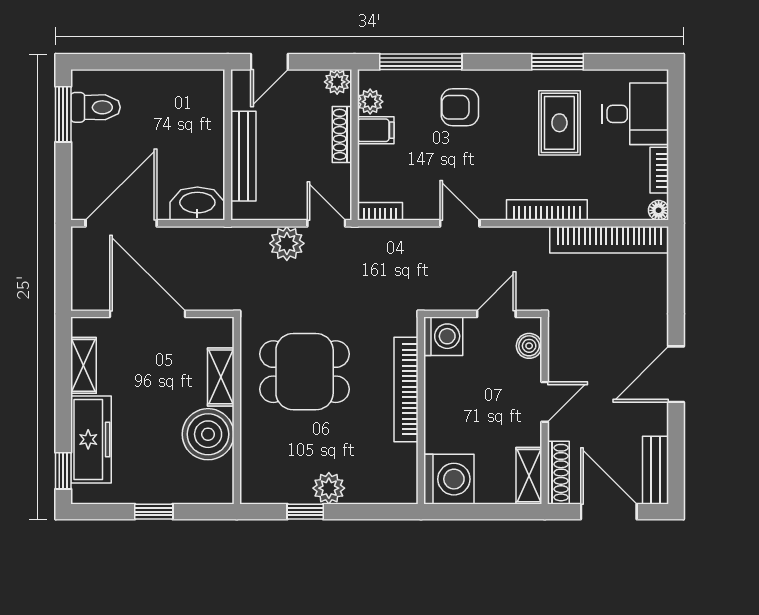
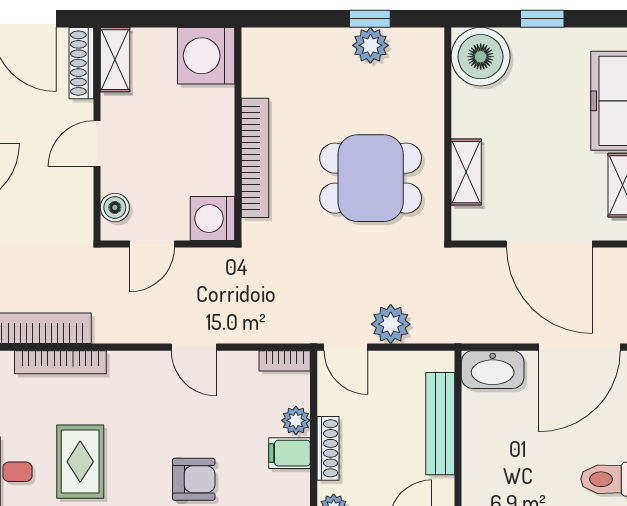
plant: (370, 102) -> (296, 420), moved
bookcase: (547, 210) -> (60, 362), moved
boiler: (208, 434) -> (481, 57), moved
plant: (329, 488) -> (370, 45), moved

